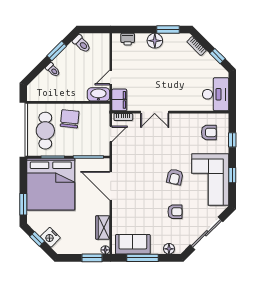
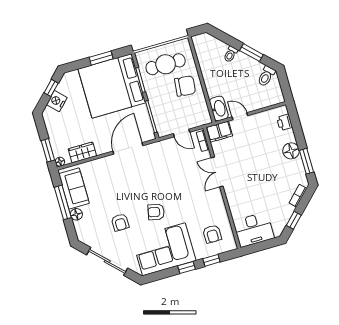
window: (232, 175) -> (186, 268), moved
window: (23, 204) -> (101, 58), moved
floor lamp: (169, 249) -> (76, 214), moved

